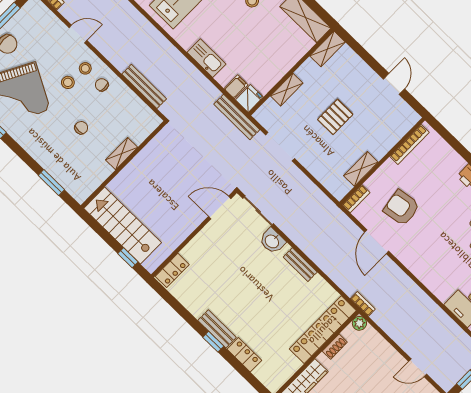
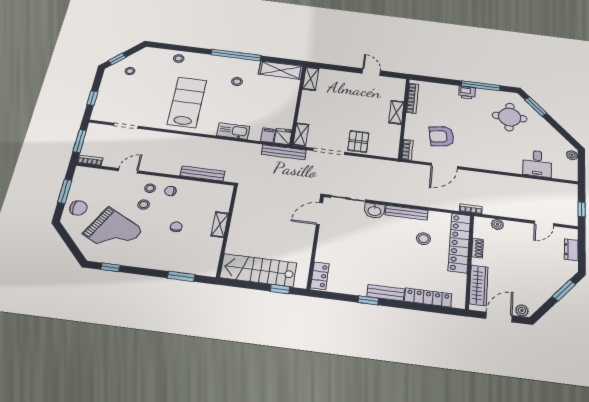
shelving: (287, 90) -> (301, 135), moved
pallet: (335, 117) -> (358, 141), moved
shelving: (361, 169) -> (396, 112), moved
door: (377, 242) -> (444, 166), hinge flipped
bench: (300, 265) -> (407, 213), width x1.36
stool: (294, 302) -> (423, 239), added
plant: (359, 323) -> (497, 224), moved
window: (213, 342) -> (368, 300), moved
locker: (244, 355) -> (428, 298), width x1.53

